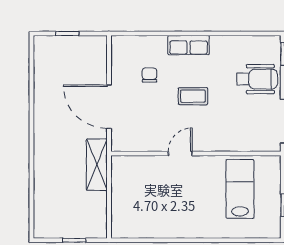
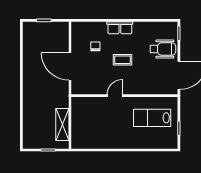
shelving: (97, 165) -> (62, 124), moved
lab bench: (240, 189) -> (152, 118), turned -90

